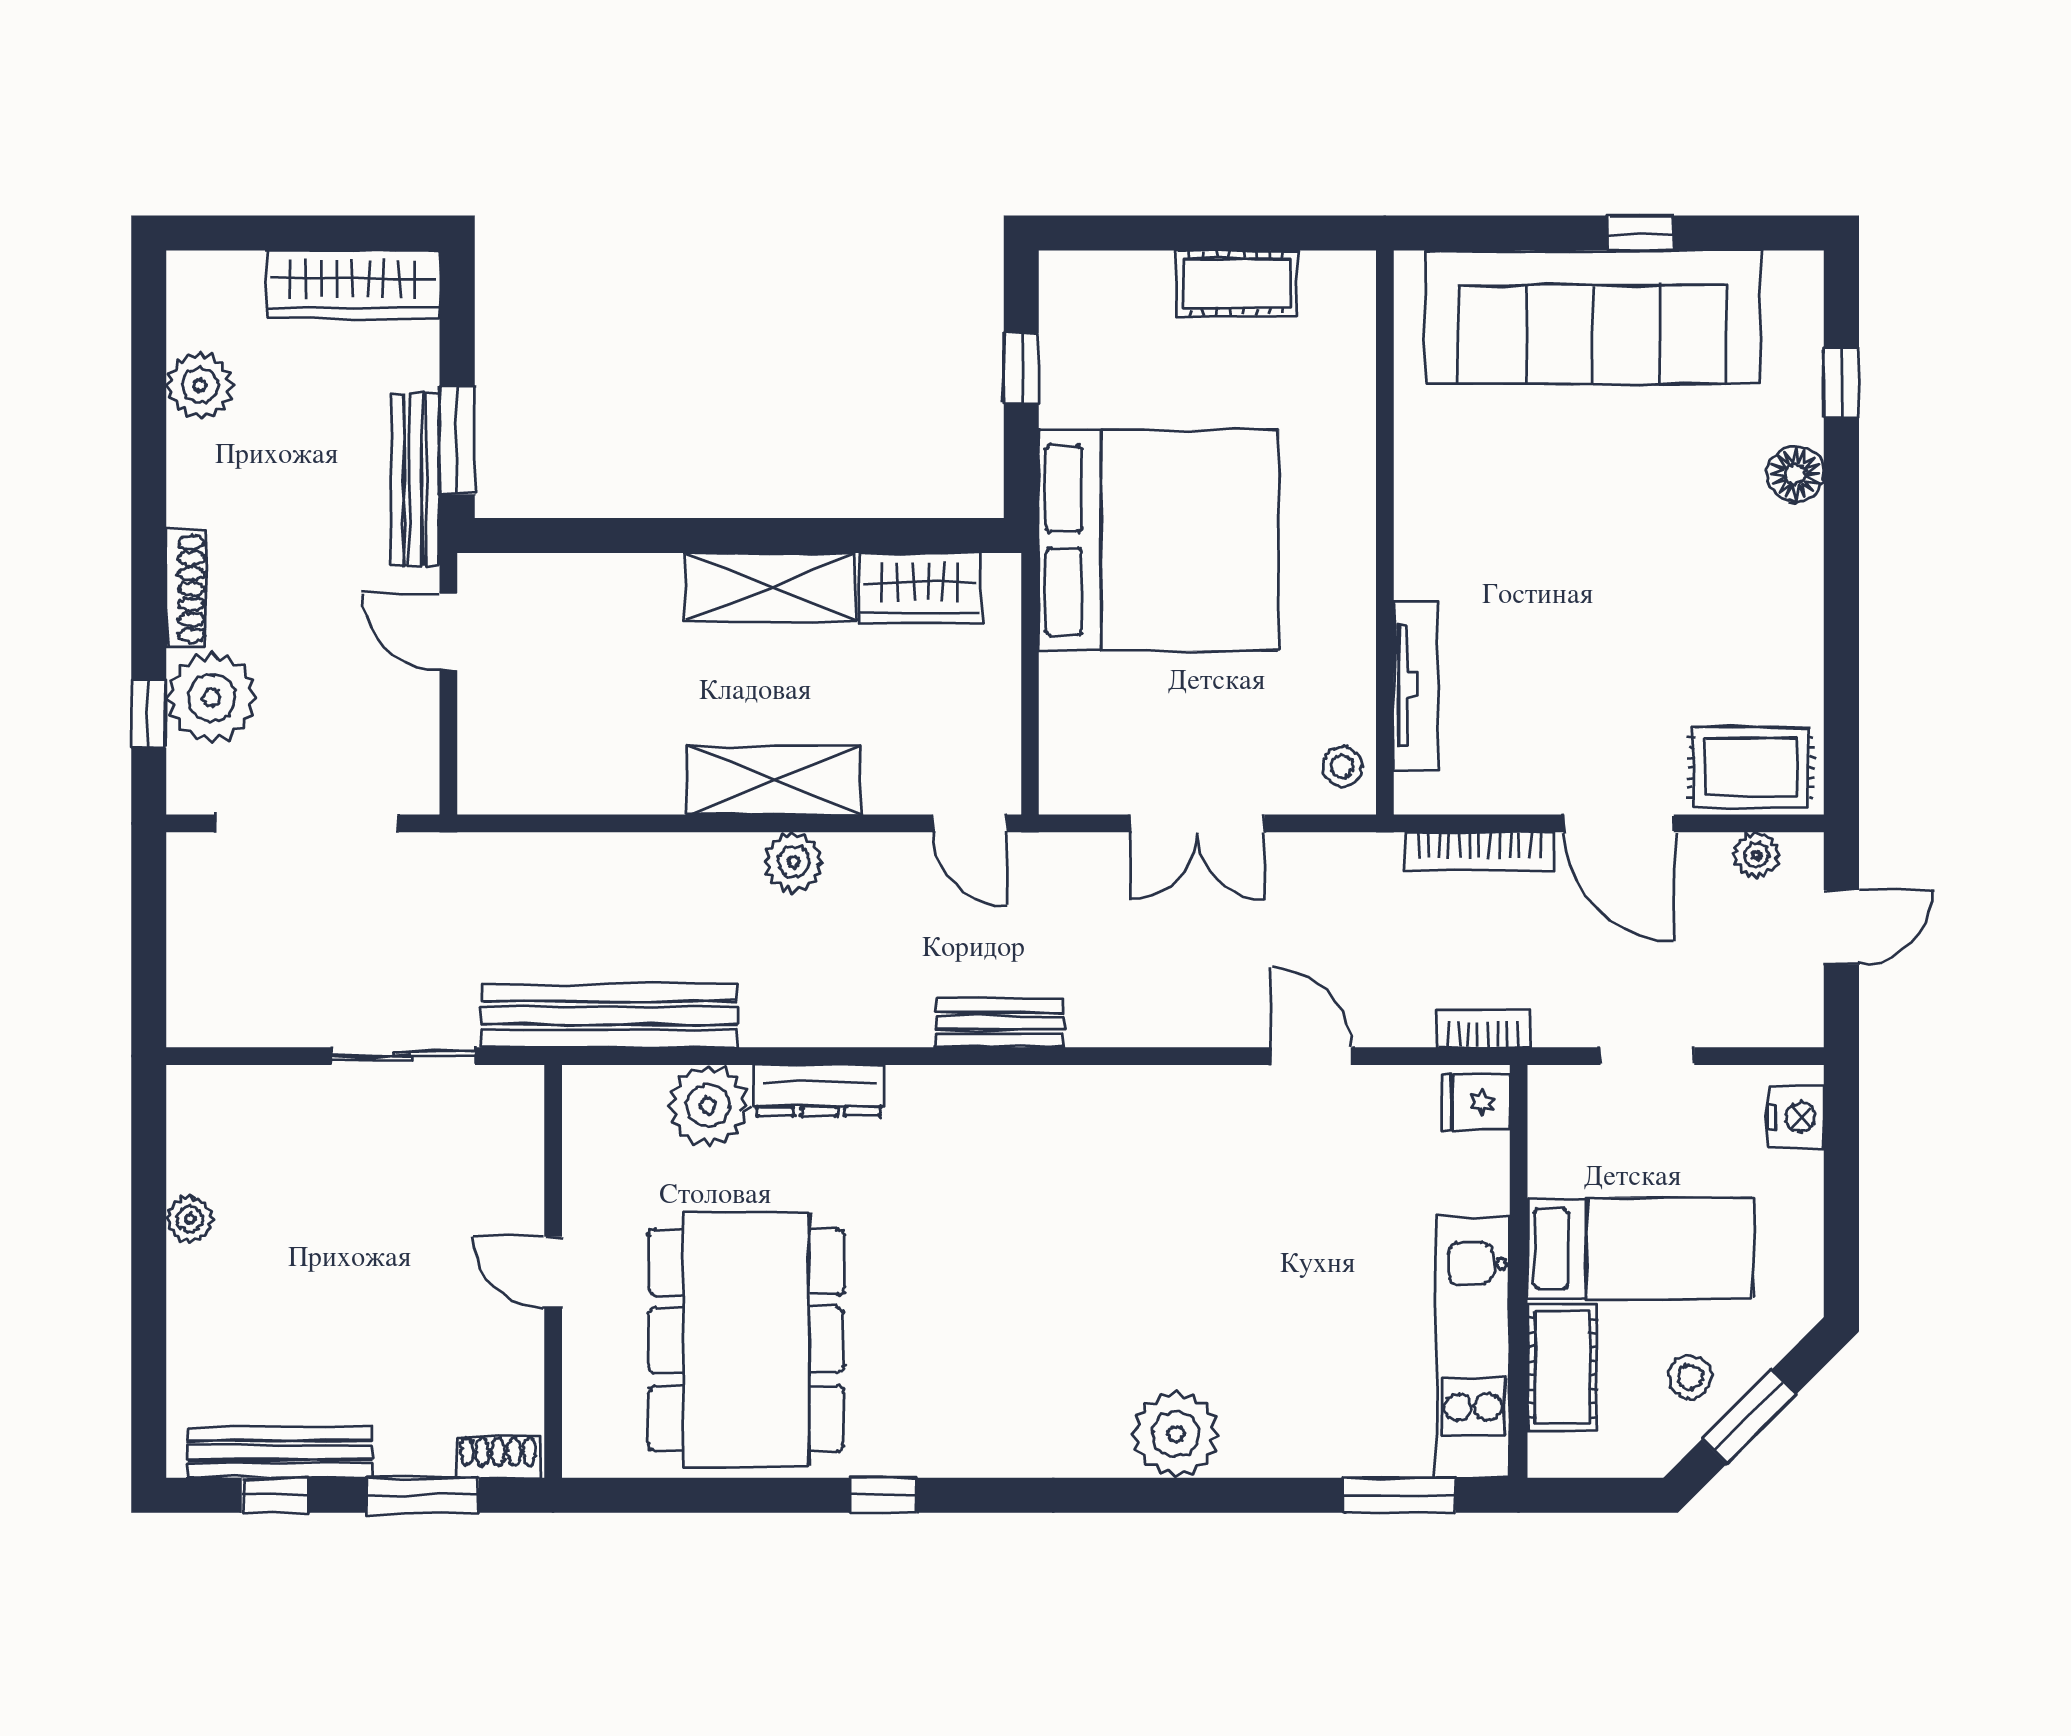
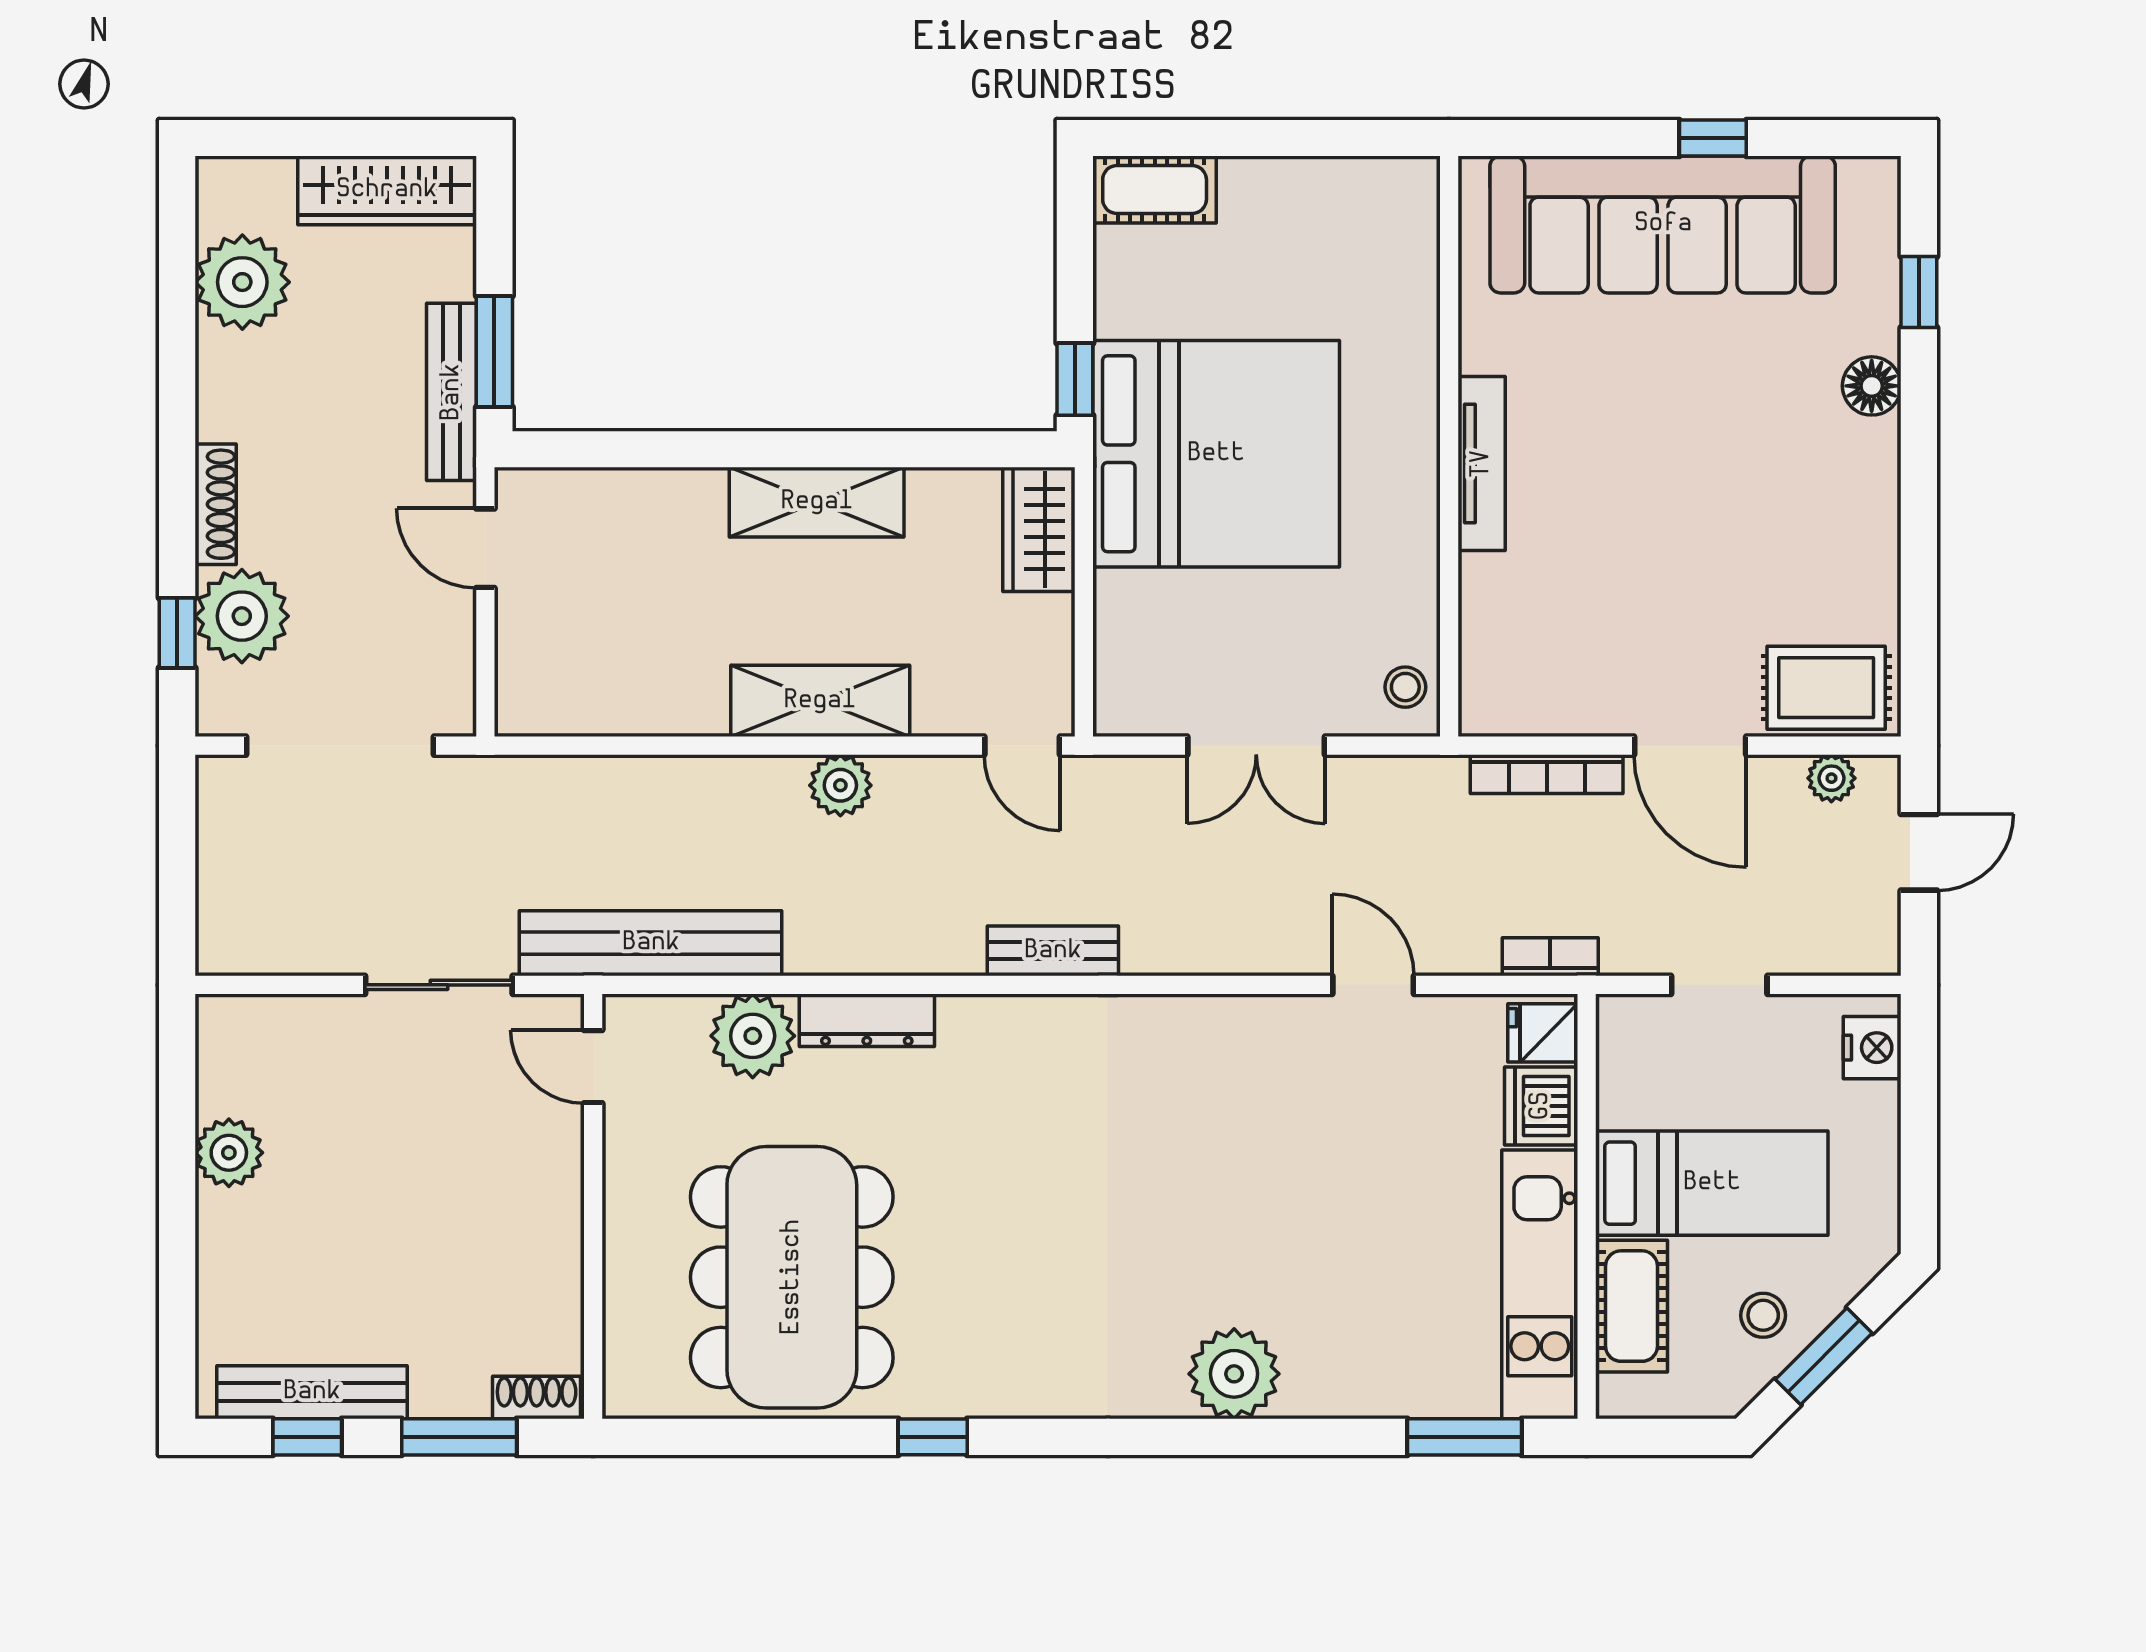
cot: (1236, 283) -> (1155, 189), moved
window: (1021, 368) -> (1075, 379), moved
plant: (200, 385) -> (242, 282), width x1.36, depth x1.36
wardrobe: (920, 588) -> (1039, 529), moved, turned 90
tv unit: (1416, 685) -> (1482, 464), moved
dishwasher: (1474, 1174) -> (1541, 1106), added
plant: (190, 1219) -> (229, 1153), width x1.38, depth x1.38
door: (553, 1272) -> (593, 1067), moved

